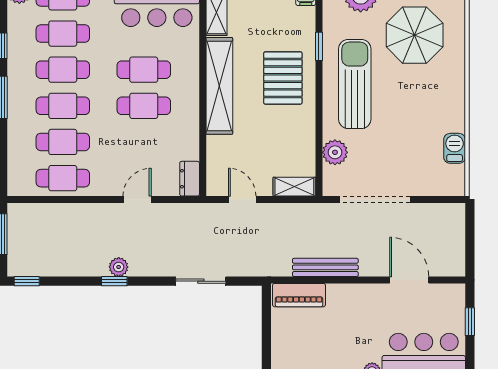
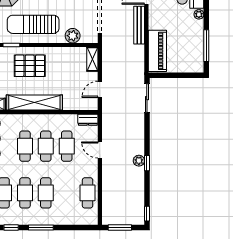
cafe table: (63, 142) -> (67, 146), moved
bench: (325, 267) -> (139, 25), moved
sliding door: (201, 281) -> (147, 98), moved
piano: (299, 295) -> (157, 51), width x1.37, depth x1.33

